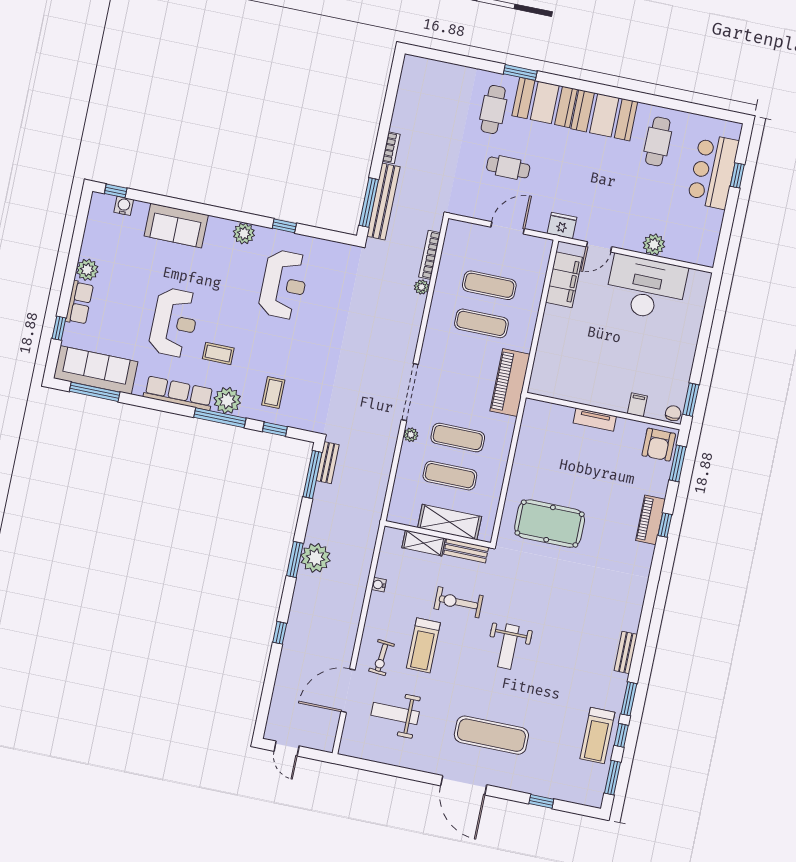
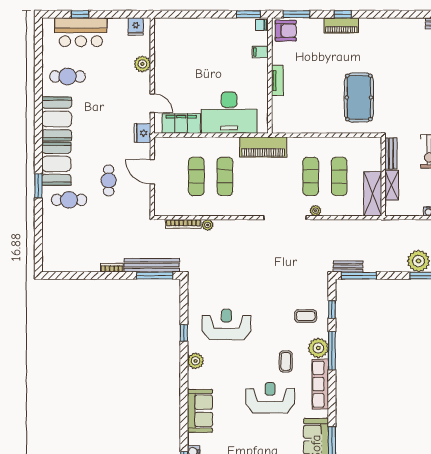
fridge: (706, 246) -> (136, 27), added
desk: (646, 288) -> (229, 113), moved, turned -90
shelving: (450, 522) -> (373, 194), moved

